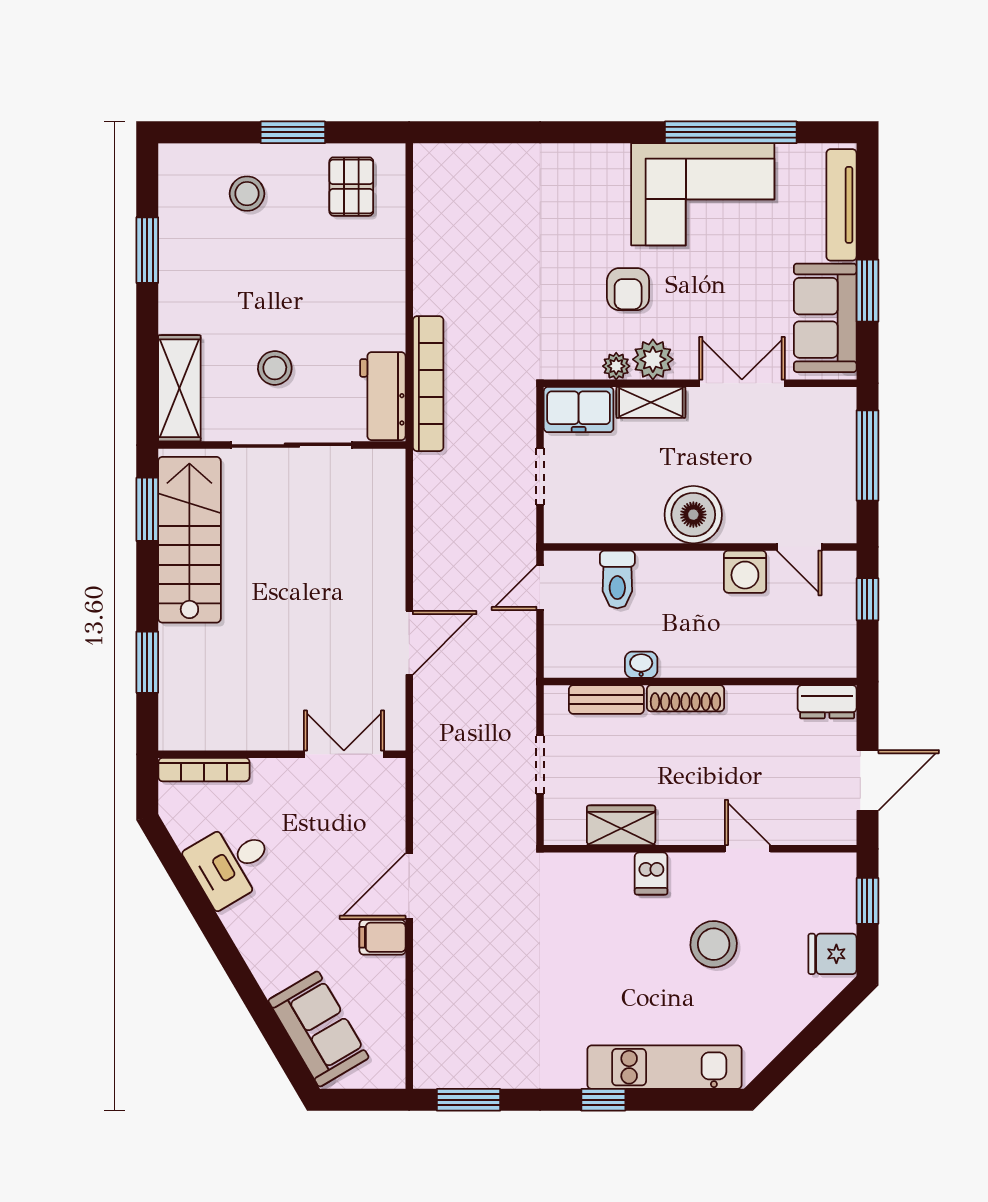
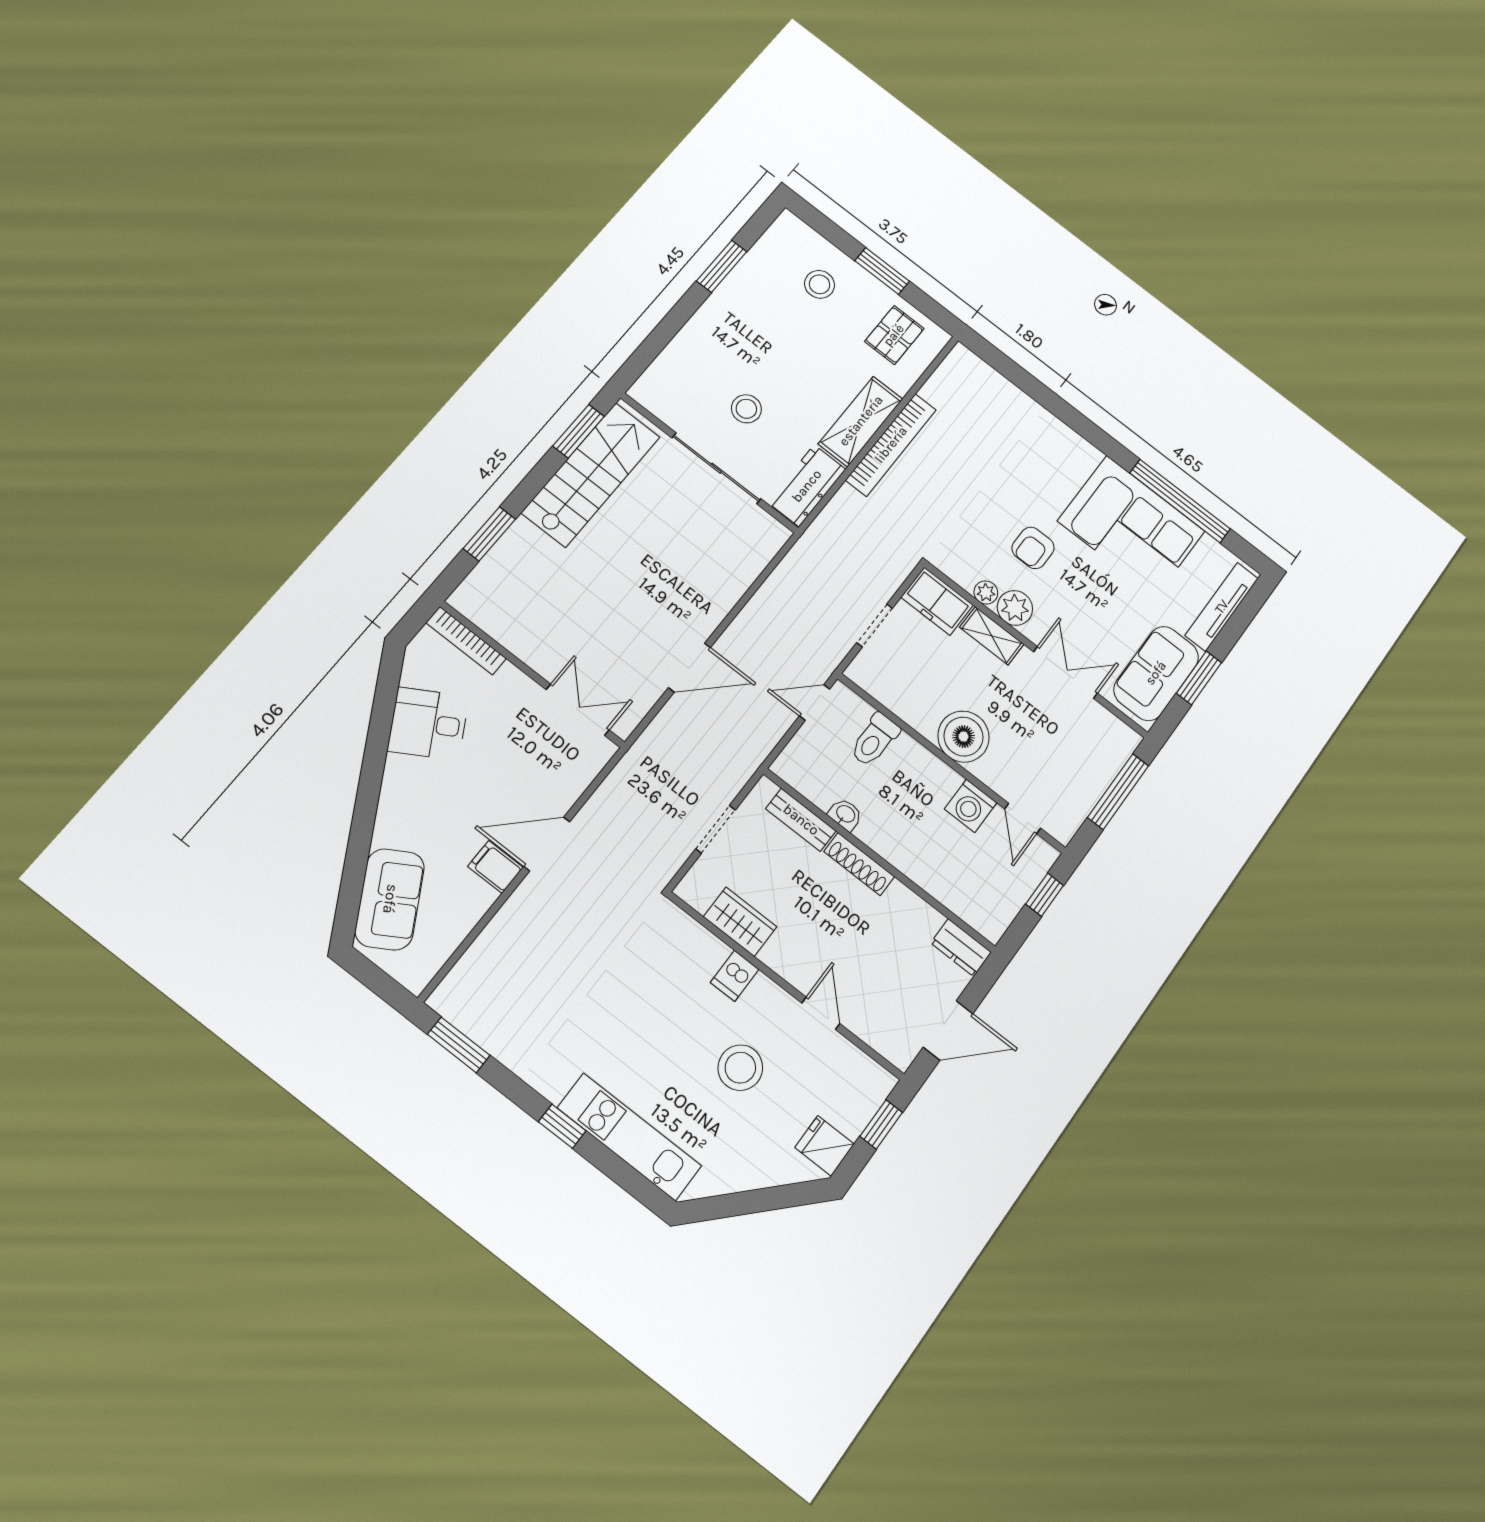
bookcase: (428, 384) -> (891, 445), moved
shelving: (179, 388) -> (861, 421), moved

